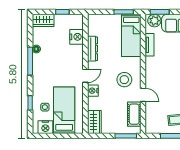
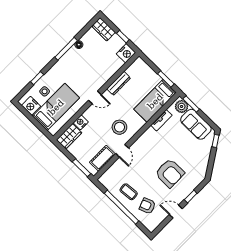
nightstand: (76, 37) -> (126, 53), moved
nightstand: (93, 91) -> (81, 122), moved

